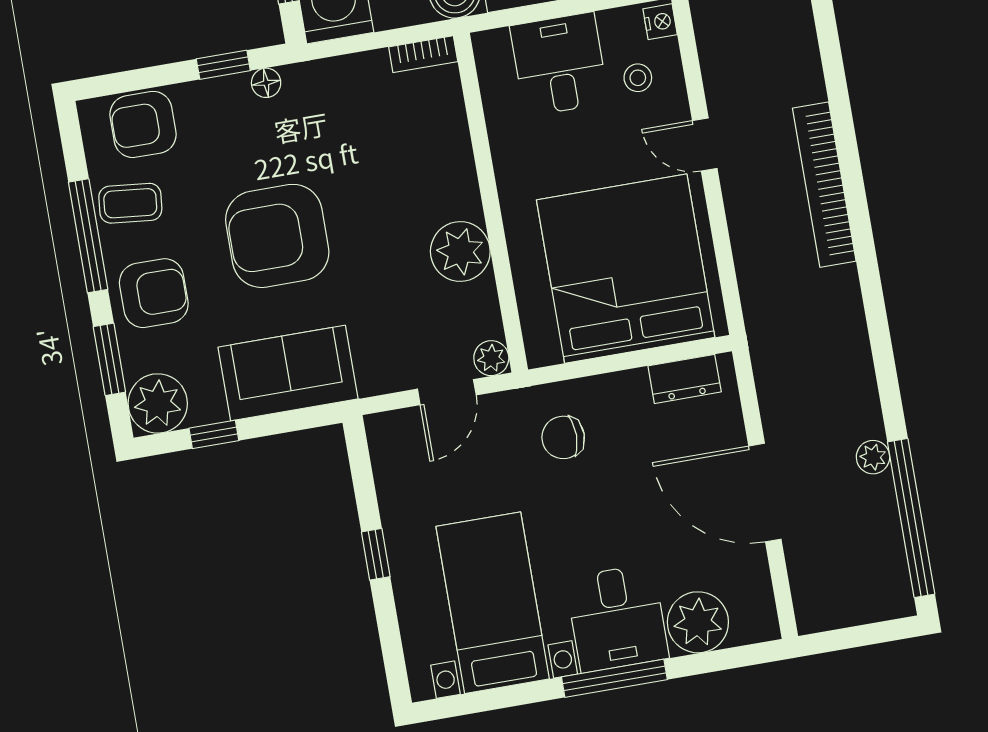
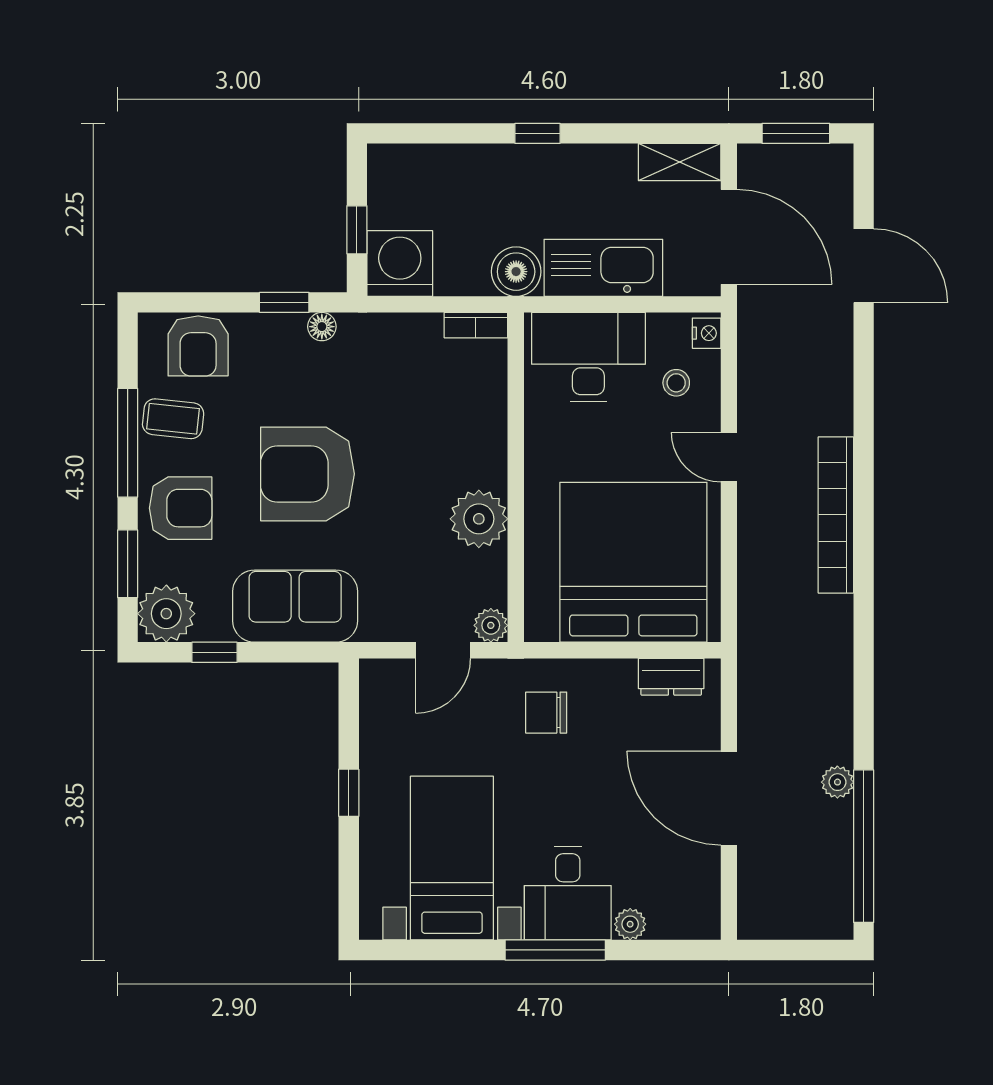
desk: (559, 64) -> (588, 357), width x1.37
armchair: (143, 124) -> (198, 346), turned -90
plant: (698, 622) -> (630, 924), width x0.53, depth x0.53

